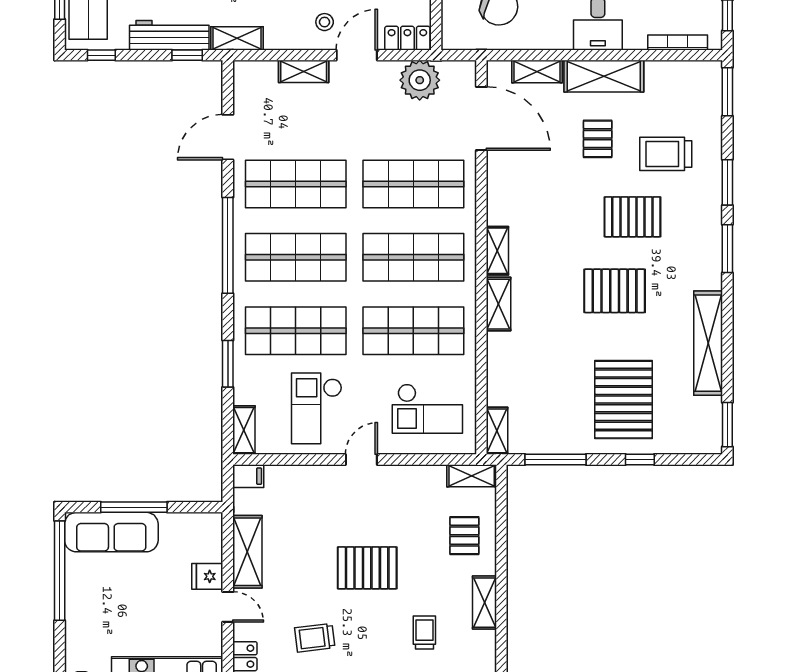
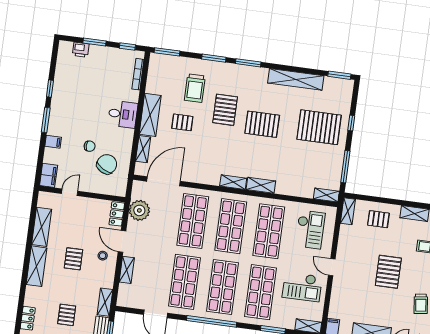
pallet: (615, 291) -> (262, 124), turned 90

